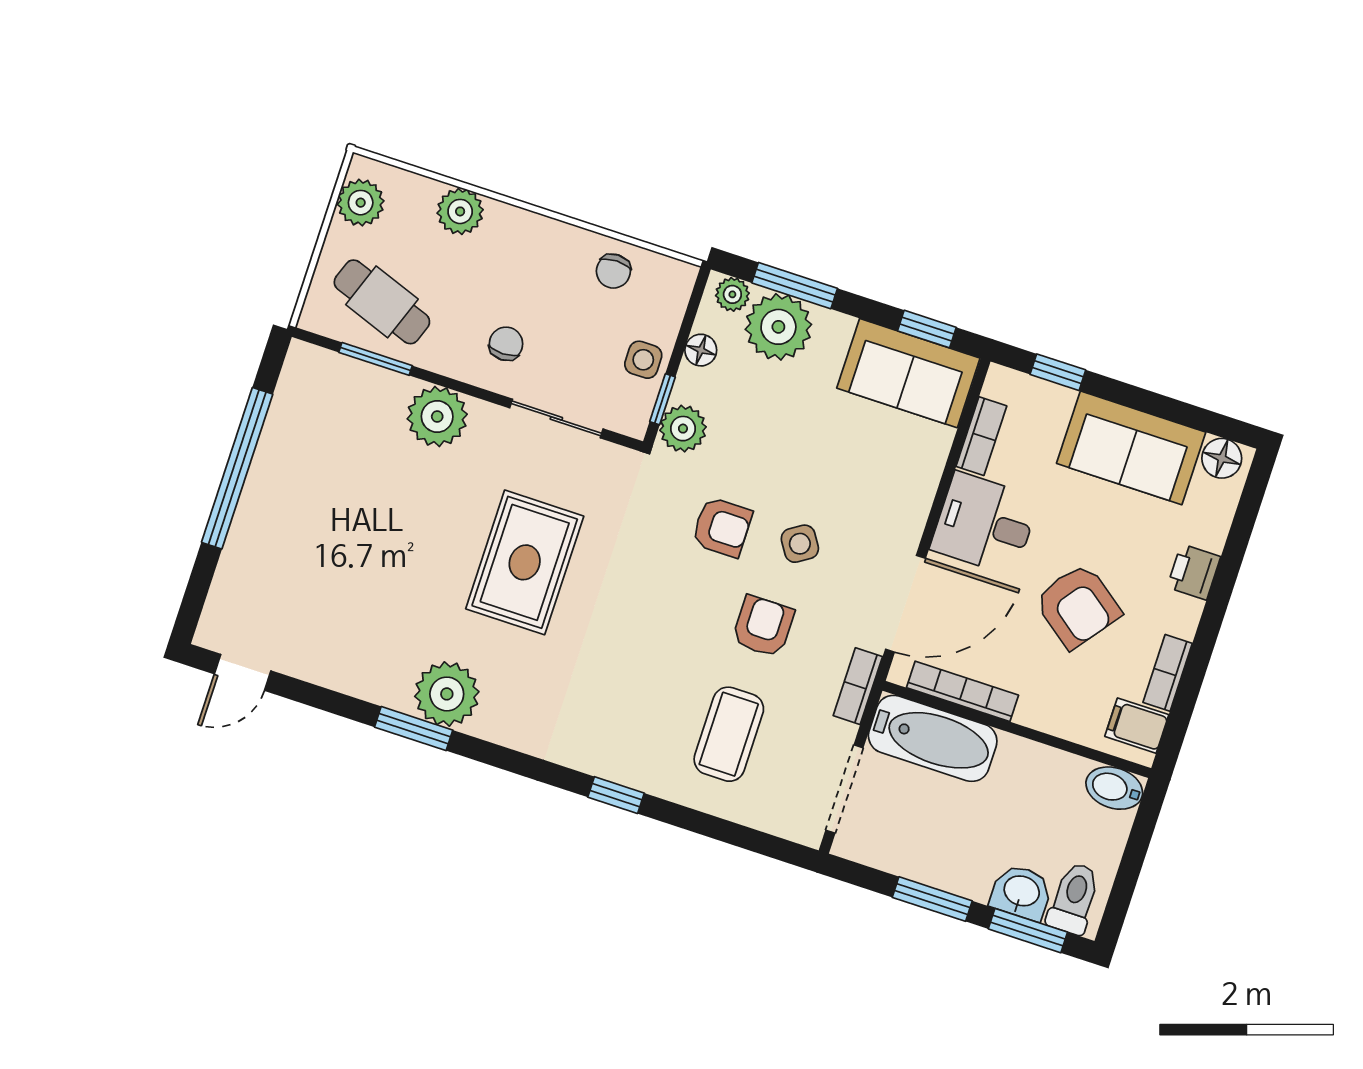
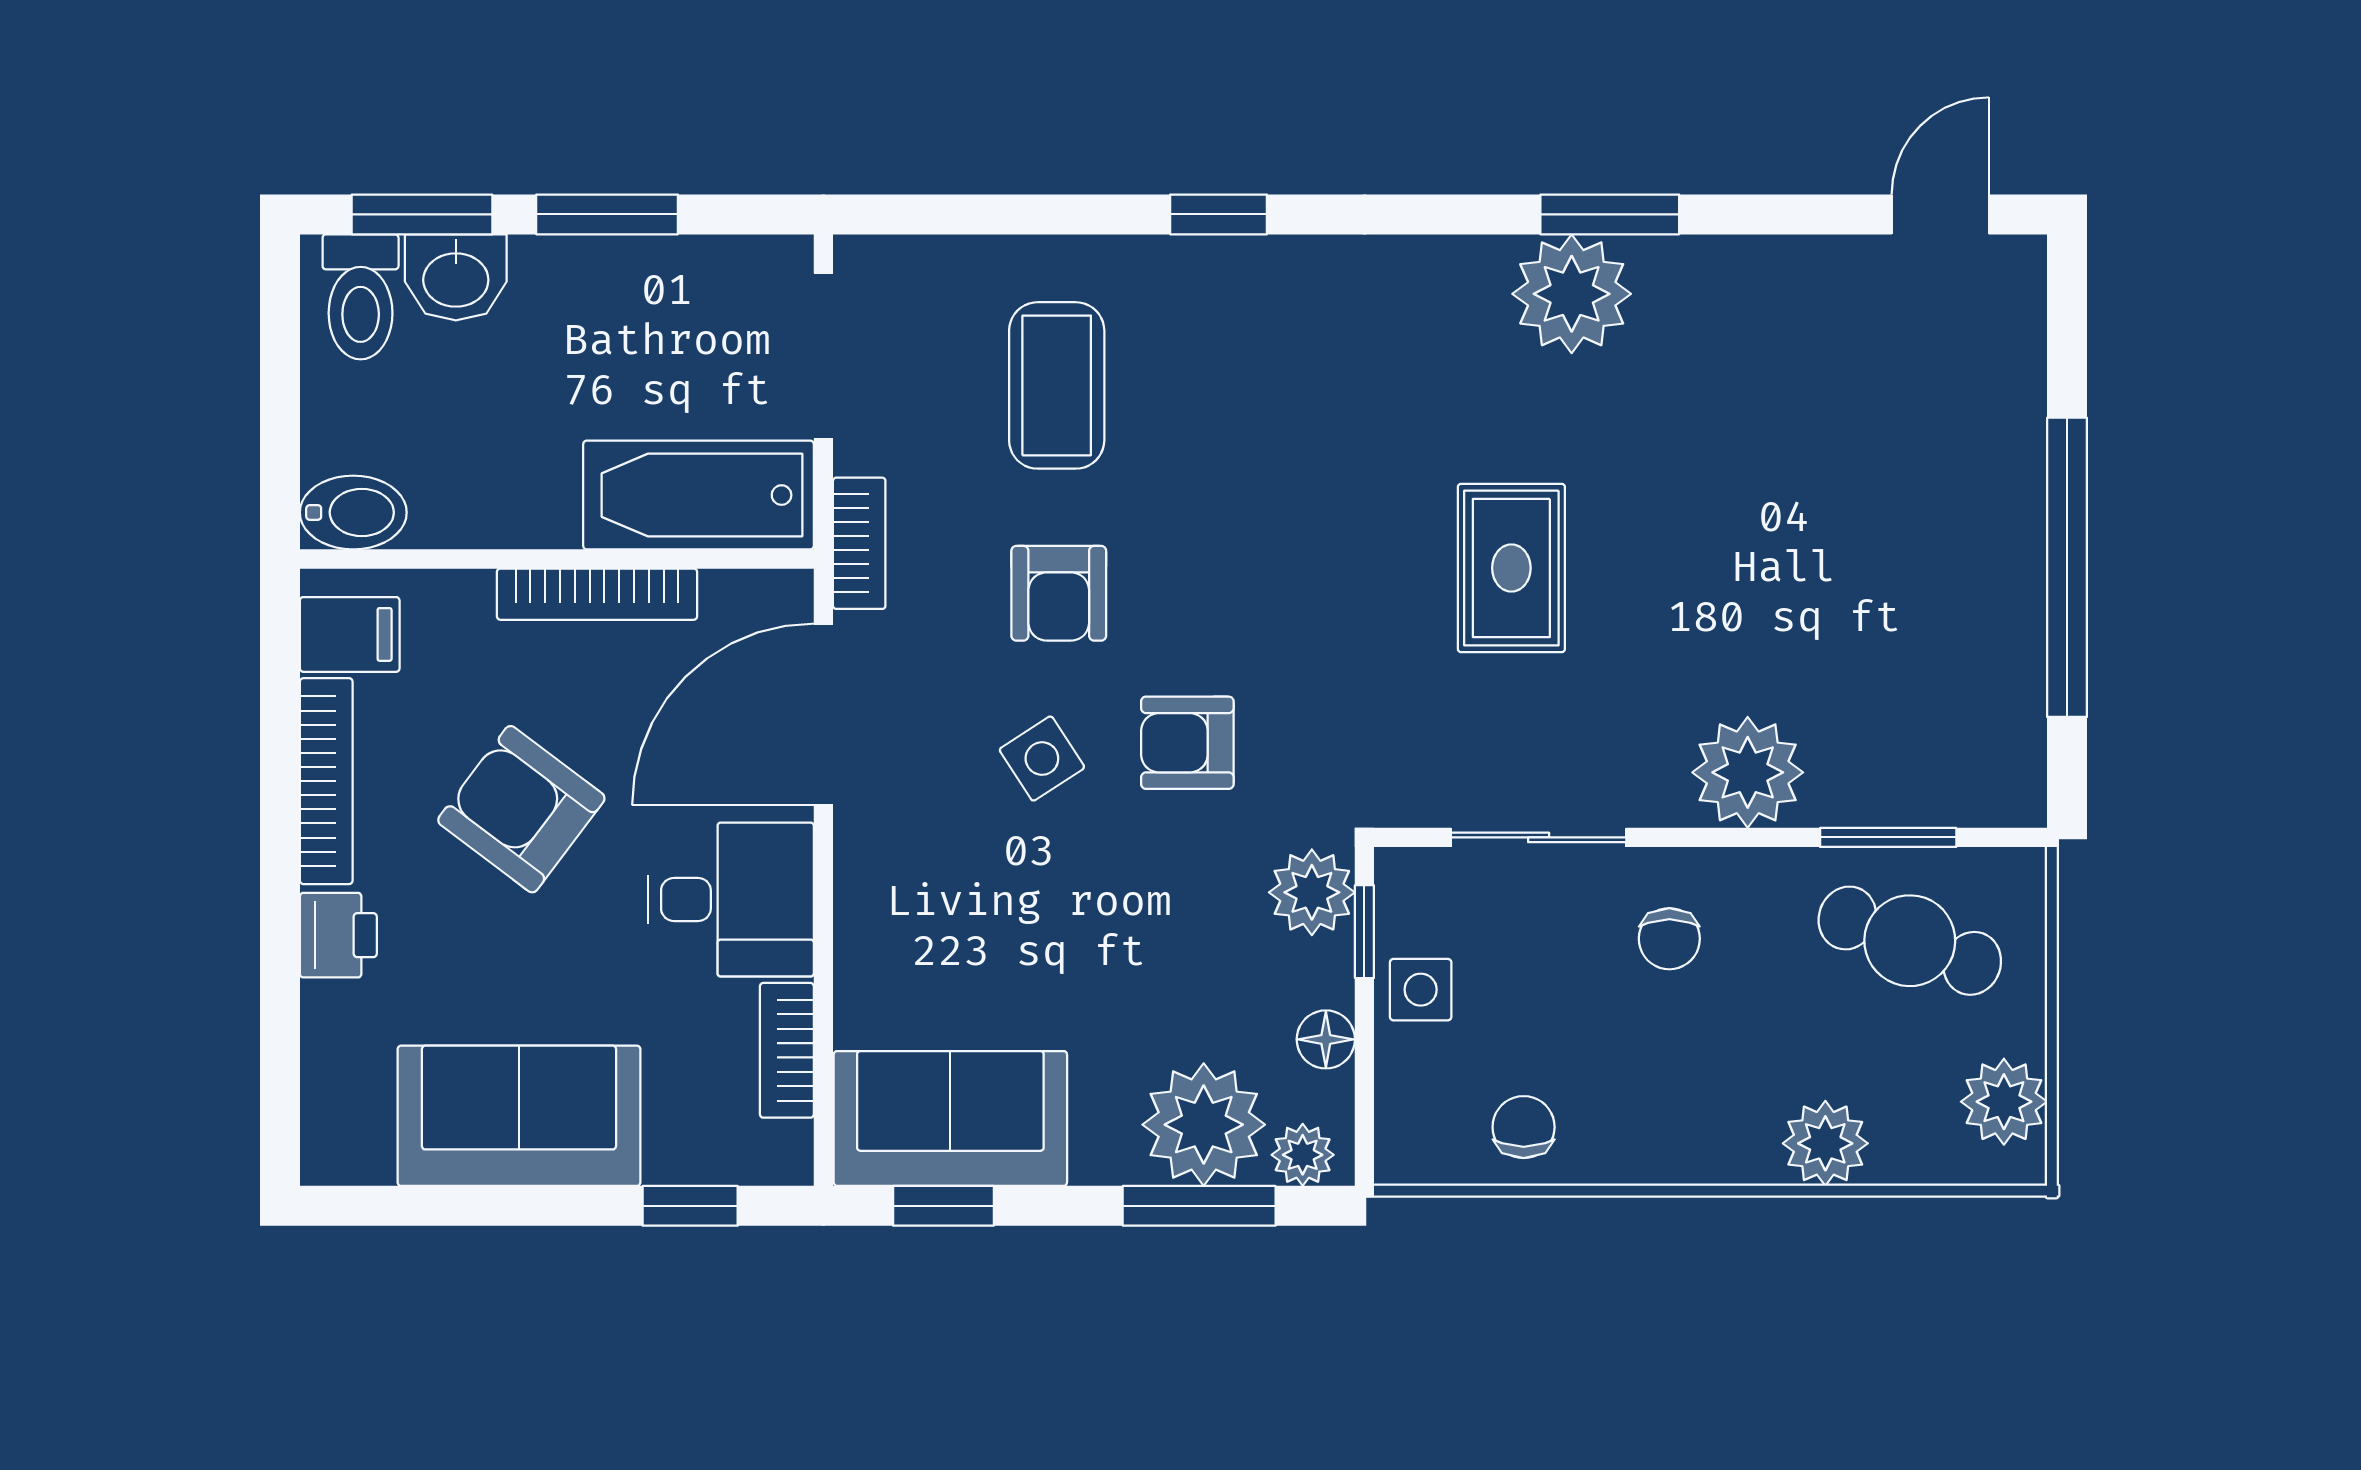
floor lamp: (1222, 458) -> (355, 1149), removed
rug: (525, 562) -> (1511, 568), width x0.73, depth x0.70
bookcase: (1168, 673) -> (326, 781), width x1.56
bookcase: (963, 691) -> (597, 594), moved

